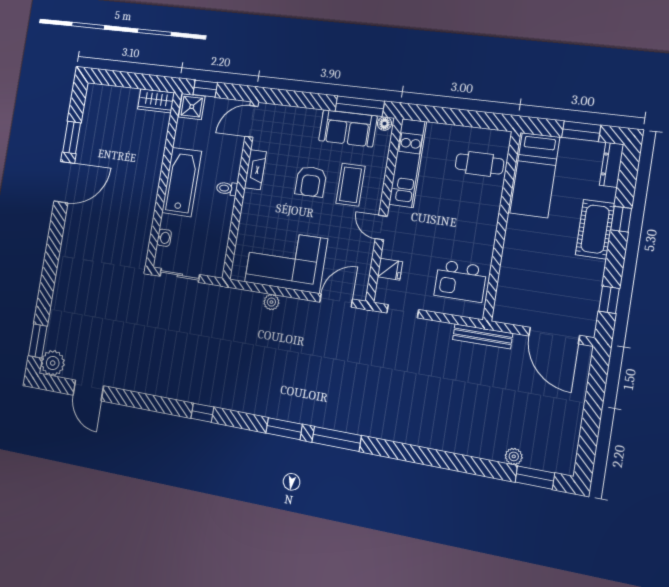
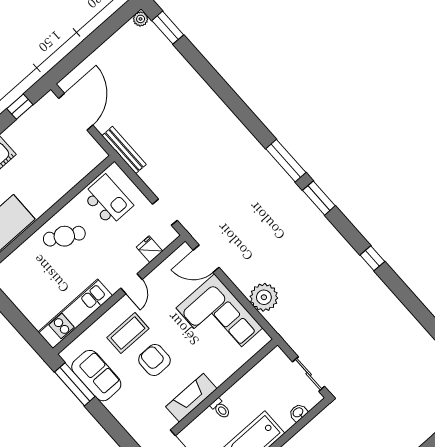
floor lamp: (384, 124) -> (68, 356), removed
cafe table: (479, 164) -> (64, 236), moved, turned -60
fireplace: (255, 170) -> (191, 398), width x1.37, depth x1.32
armchair: (311, 182) -> (154, 360), turned -90
plant: (271, 302) -> (264, 297), width x1.87, depth x1.87
plant: (514, 456) -> (141, 19), moved

